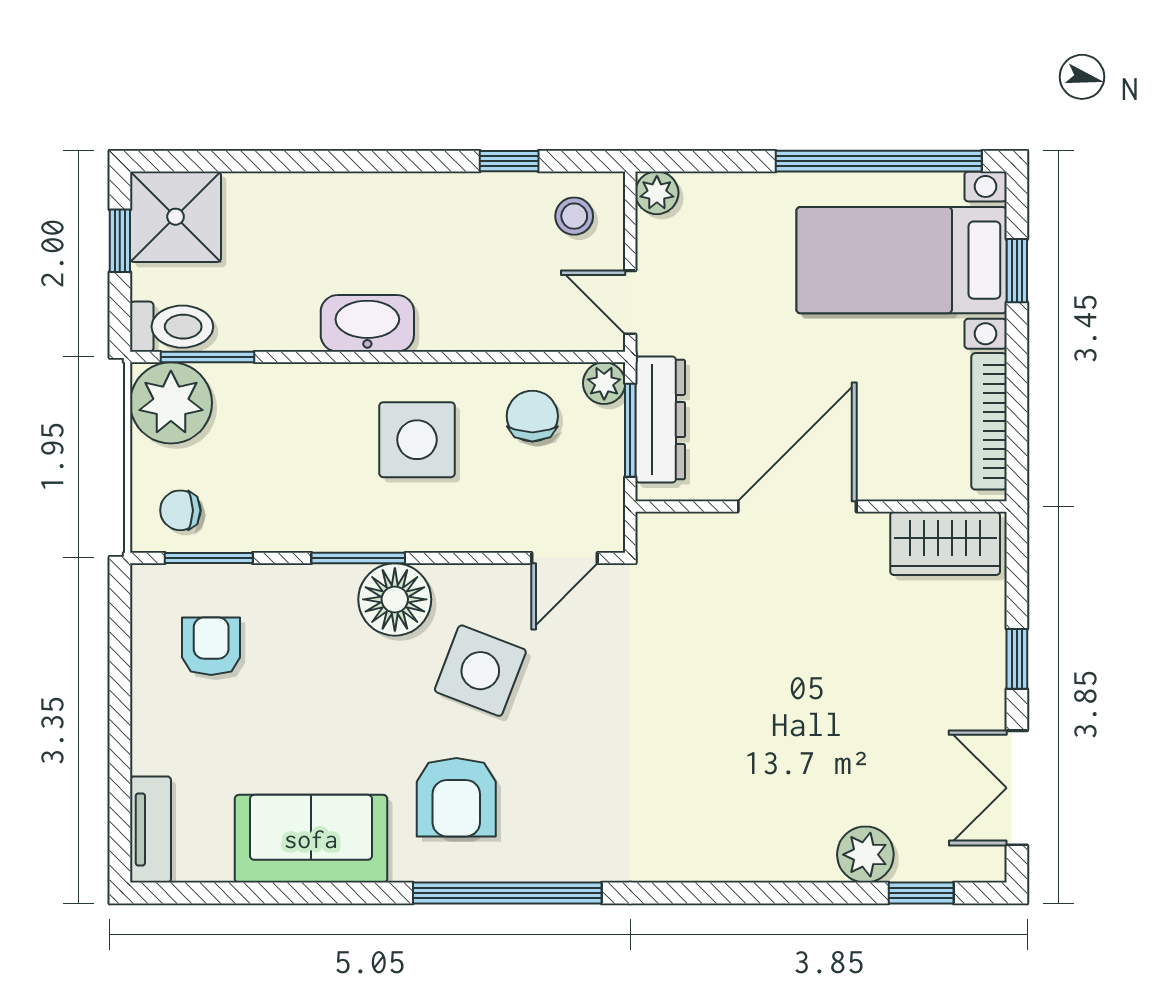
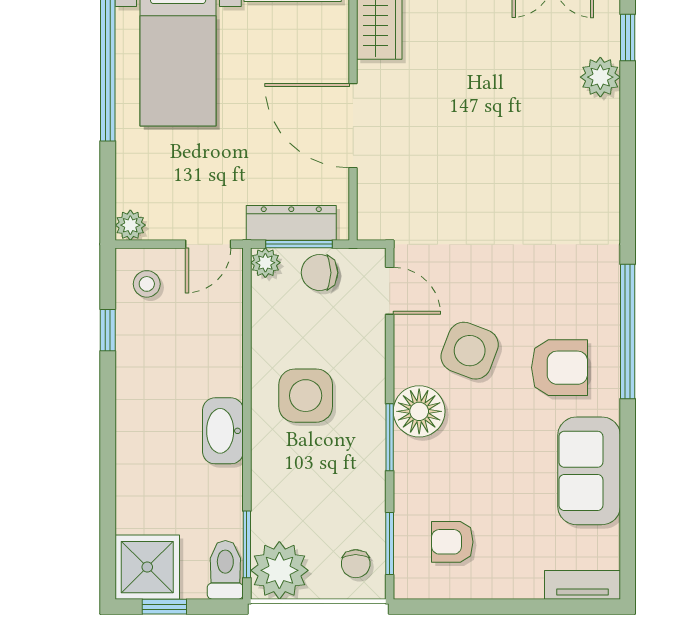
chair: (532, 416) -> (320, 273), moved

